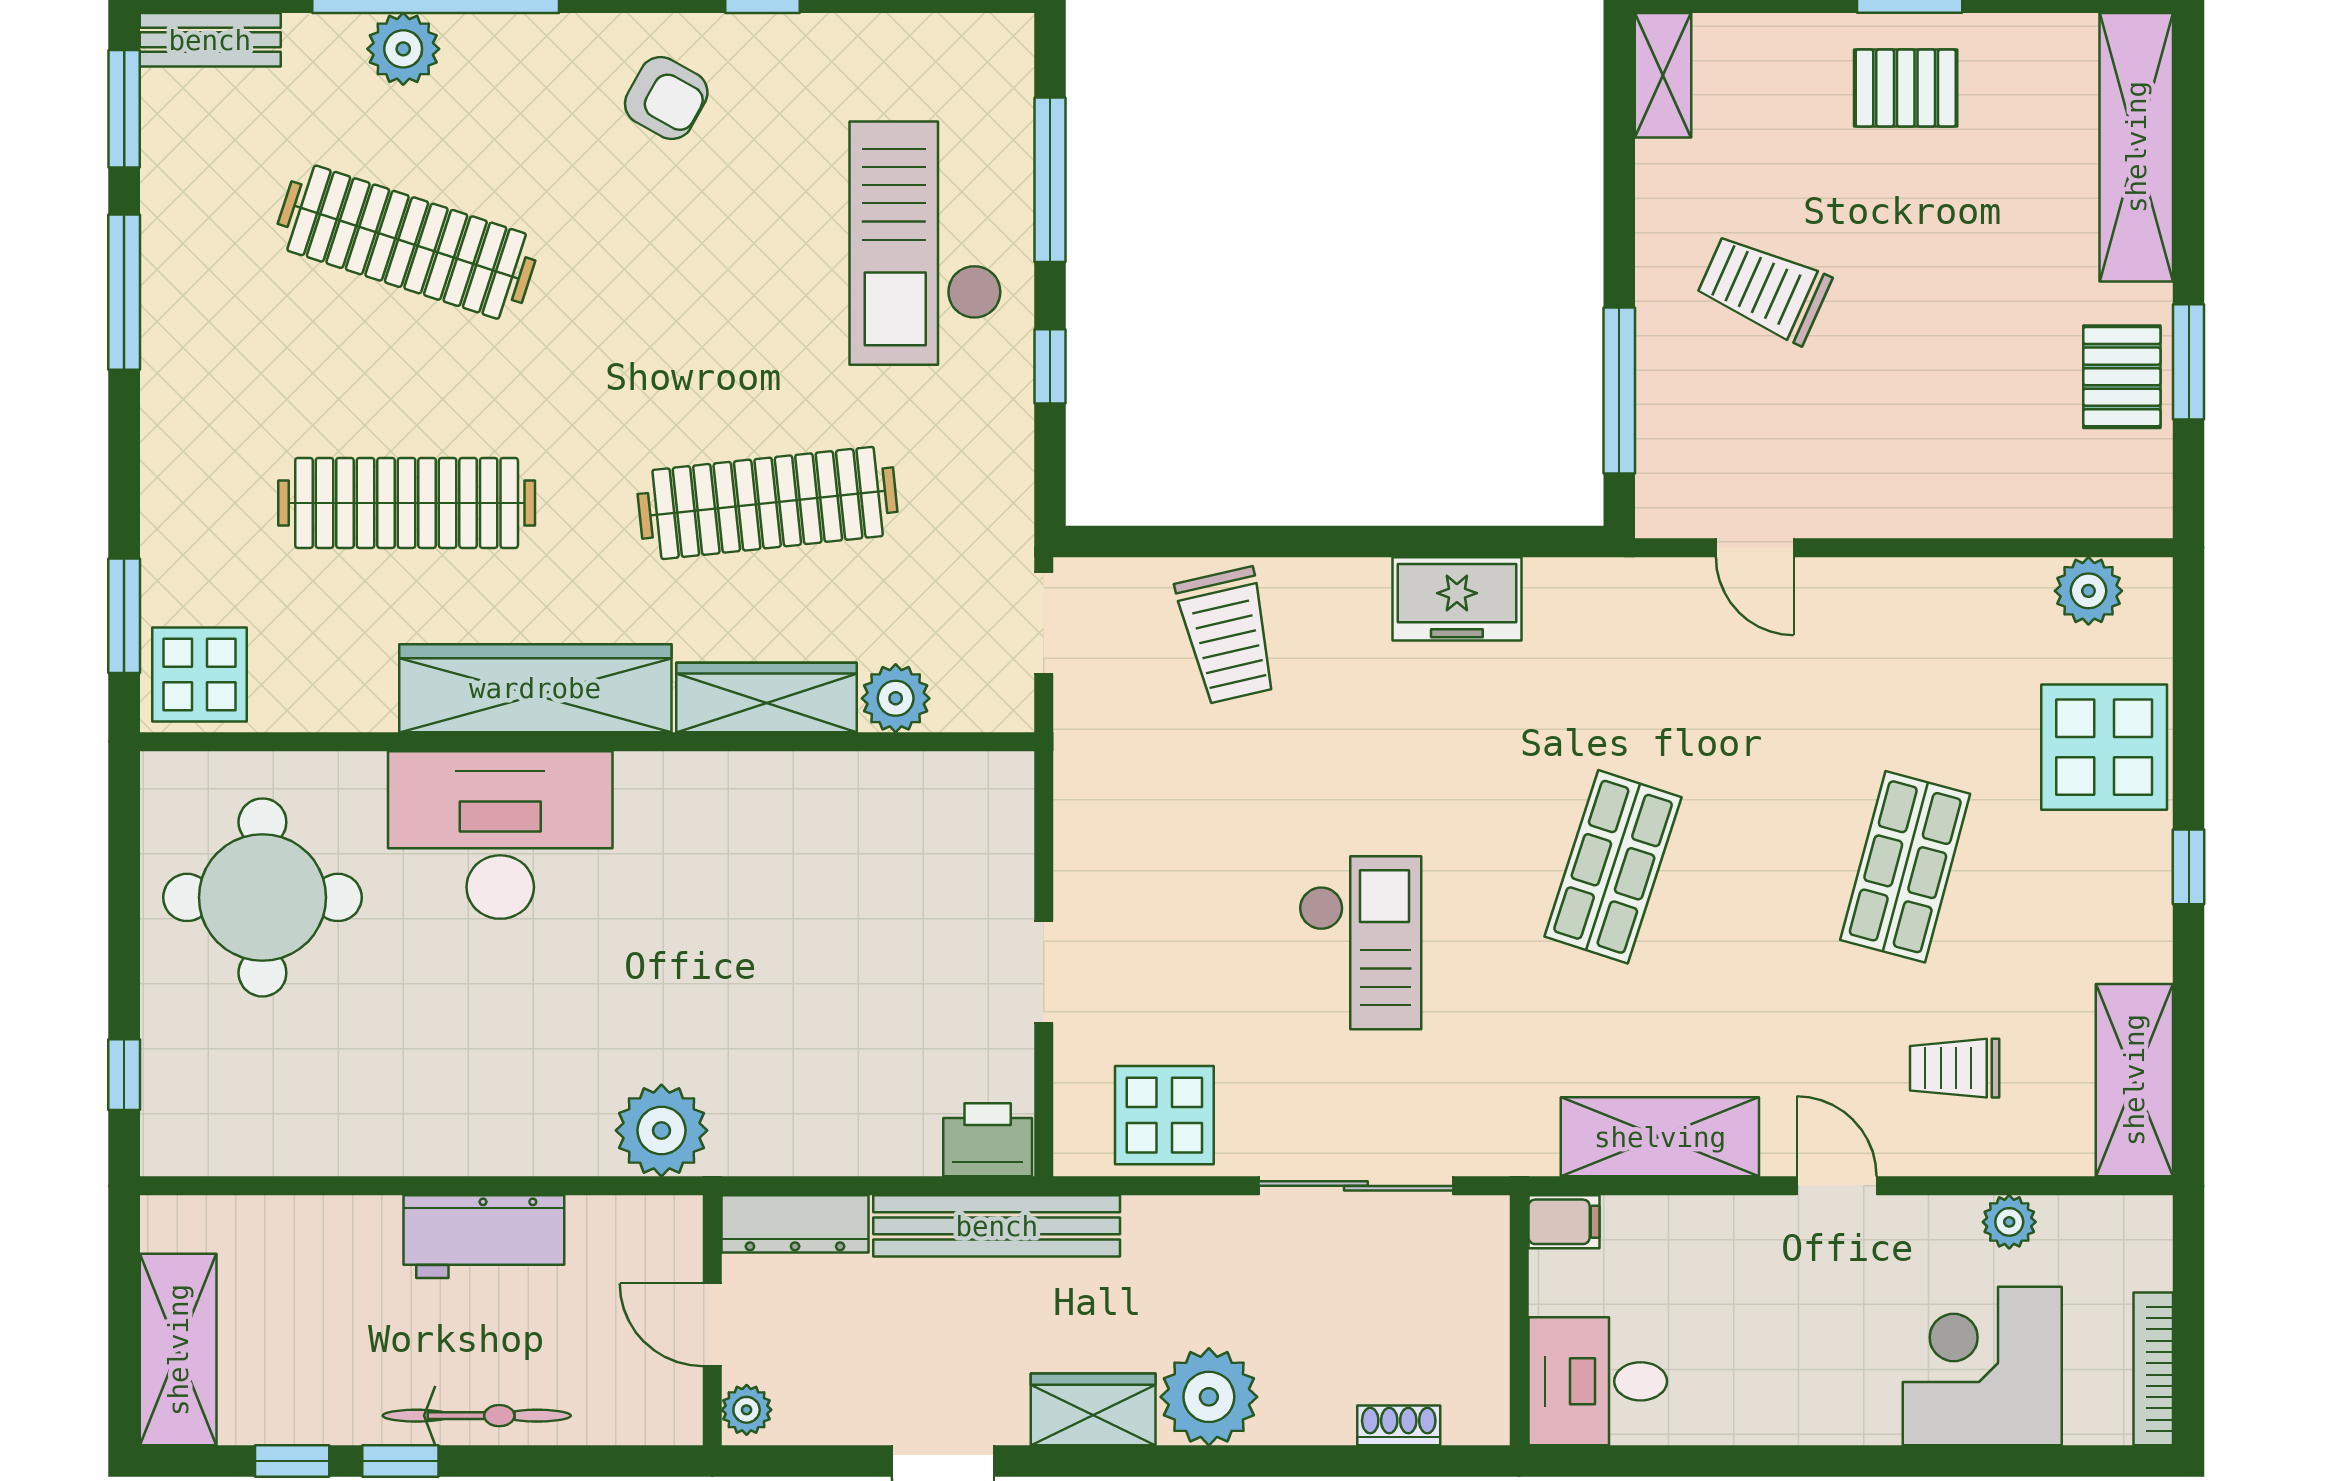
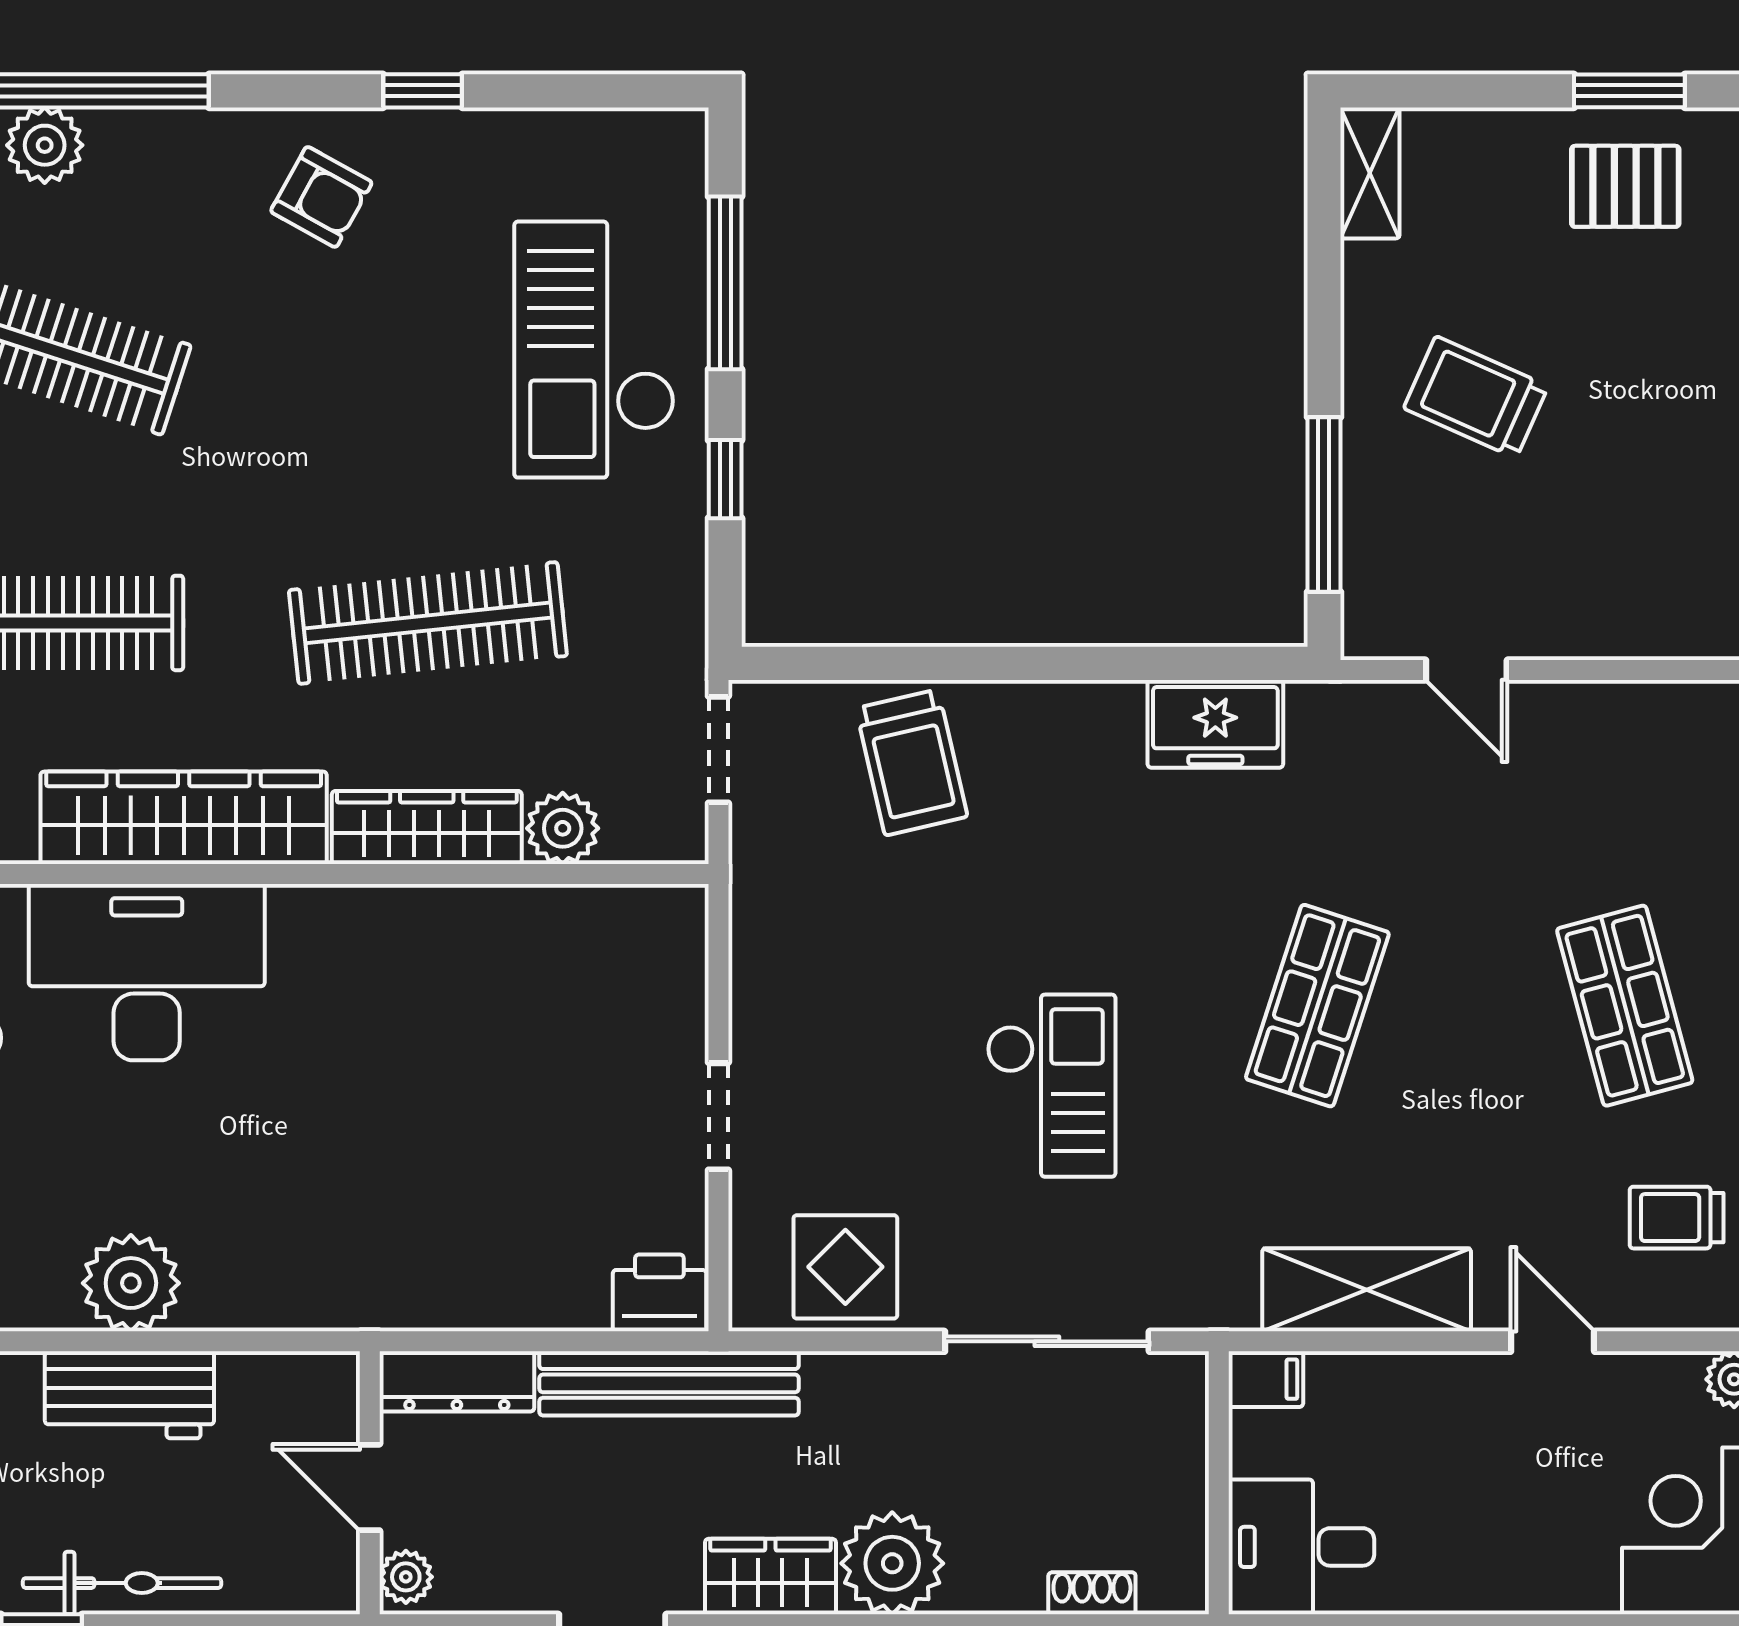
freezer: (1457, 599) -> (1215, 724), moved
shop shelf: (1905, 867) -> (1625, 1006), turned -30
plant: (661, 1130) -> (131, 1283), moved

